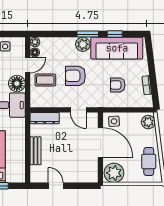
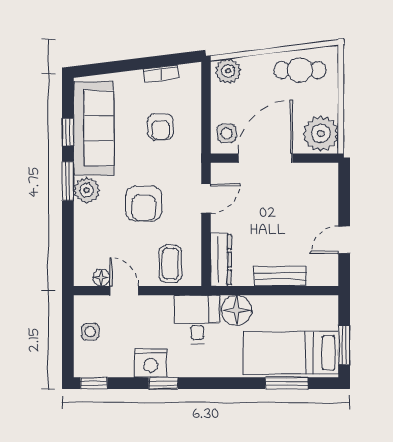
plant: (35, 42) -> (82, 277), removed
coffee table: (45, 80) -> (170, 264), moved
floor lamp: (17, 83) -> (236, 310), moved

